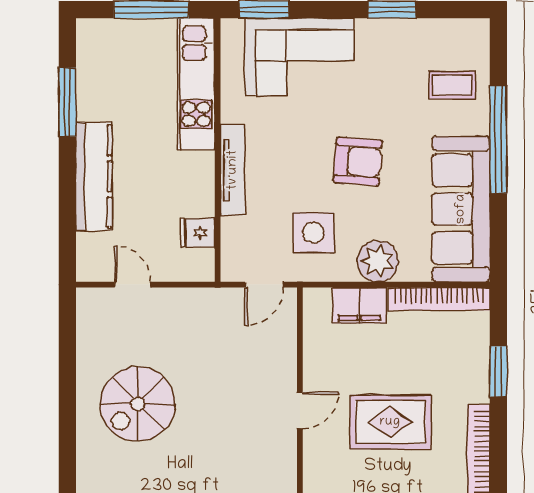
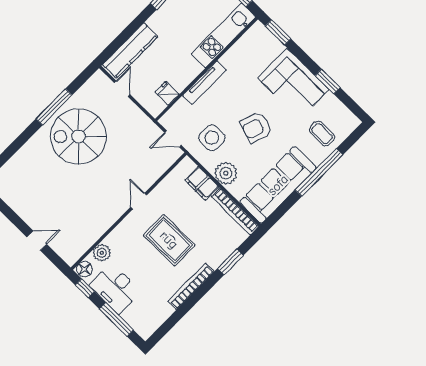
corner sofa: (299, 57) -> (293, 84), moved
armchair: (358, 161) -> (256, 127), turned 104
kitchen counter: (94, 177) -> (130, 51), moved
window: (67, 397) -> (54, 107), added
spiral stairs: (138, 404) -> (78, 137), width x1.37, depth x1.37
door: (300, 410) -> (139, 201), swing flipped

